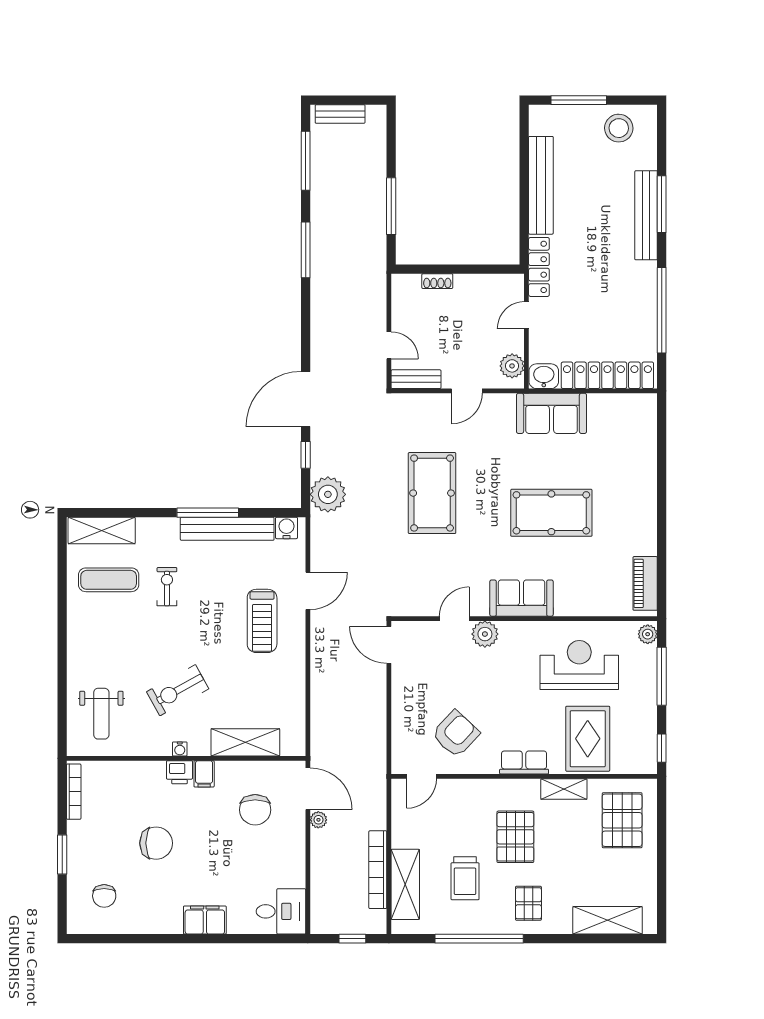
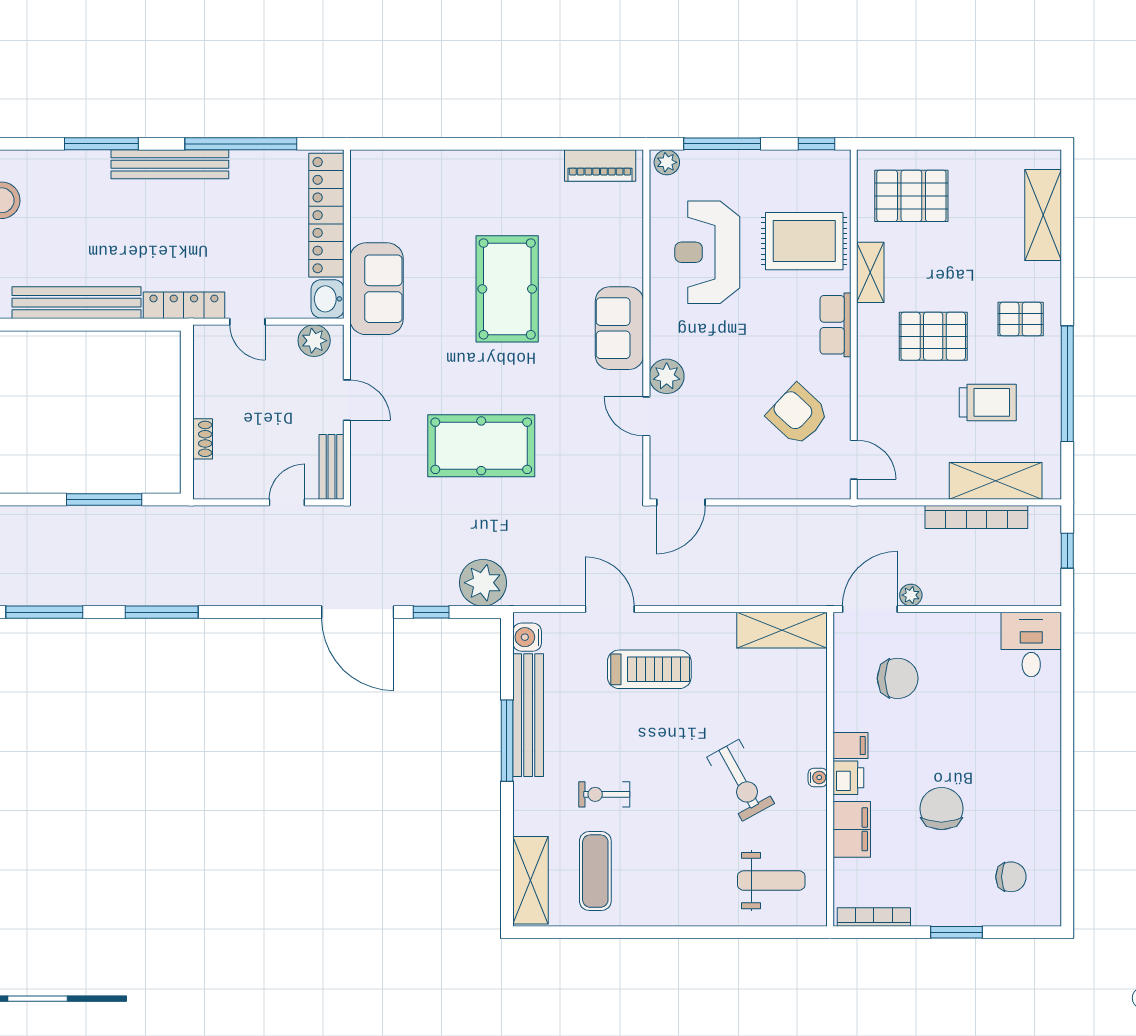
bench: (646, 215) -> (170, 164), moved
shelving: (245, 742) -> (782, 630), moved, turned 90
filing cabinet: (205, 920) -> (852, 829), moved, turned 180

